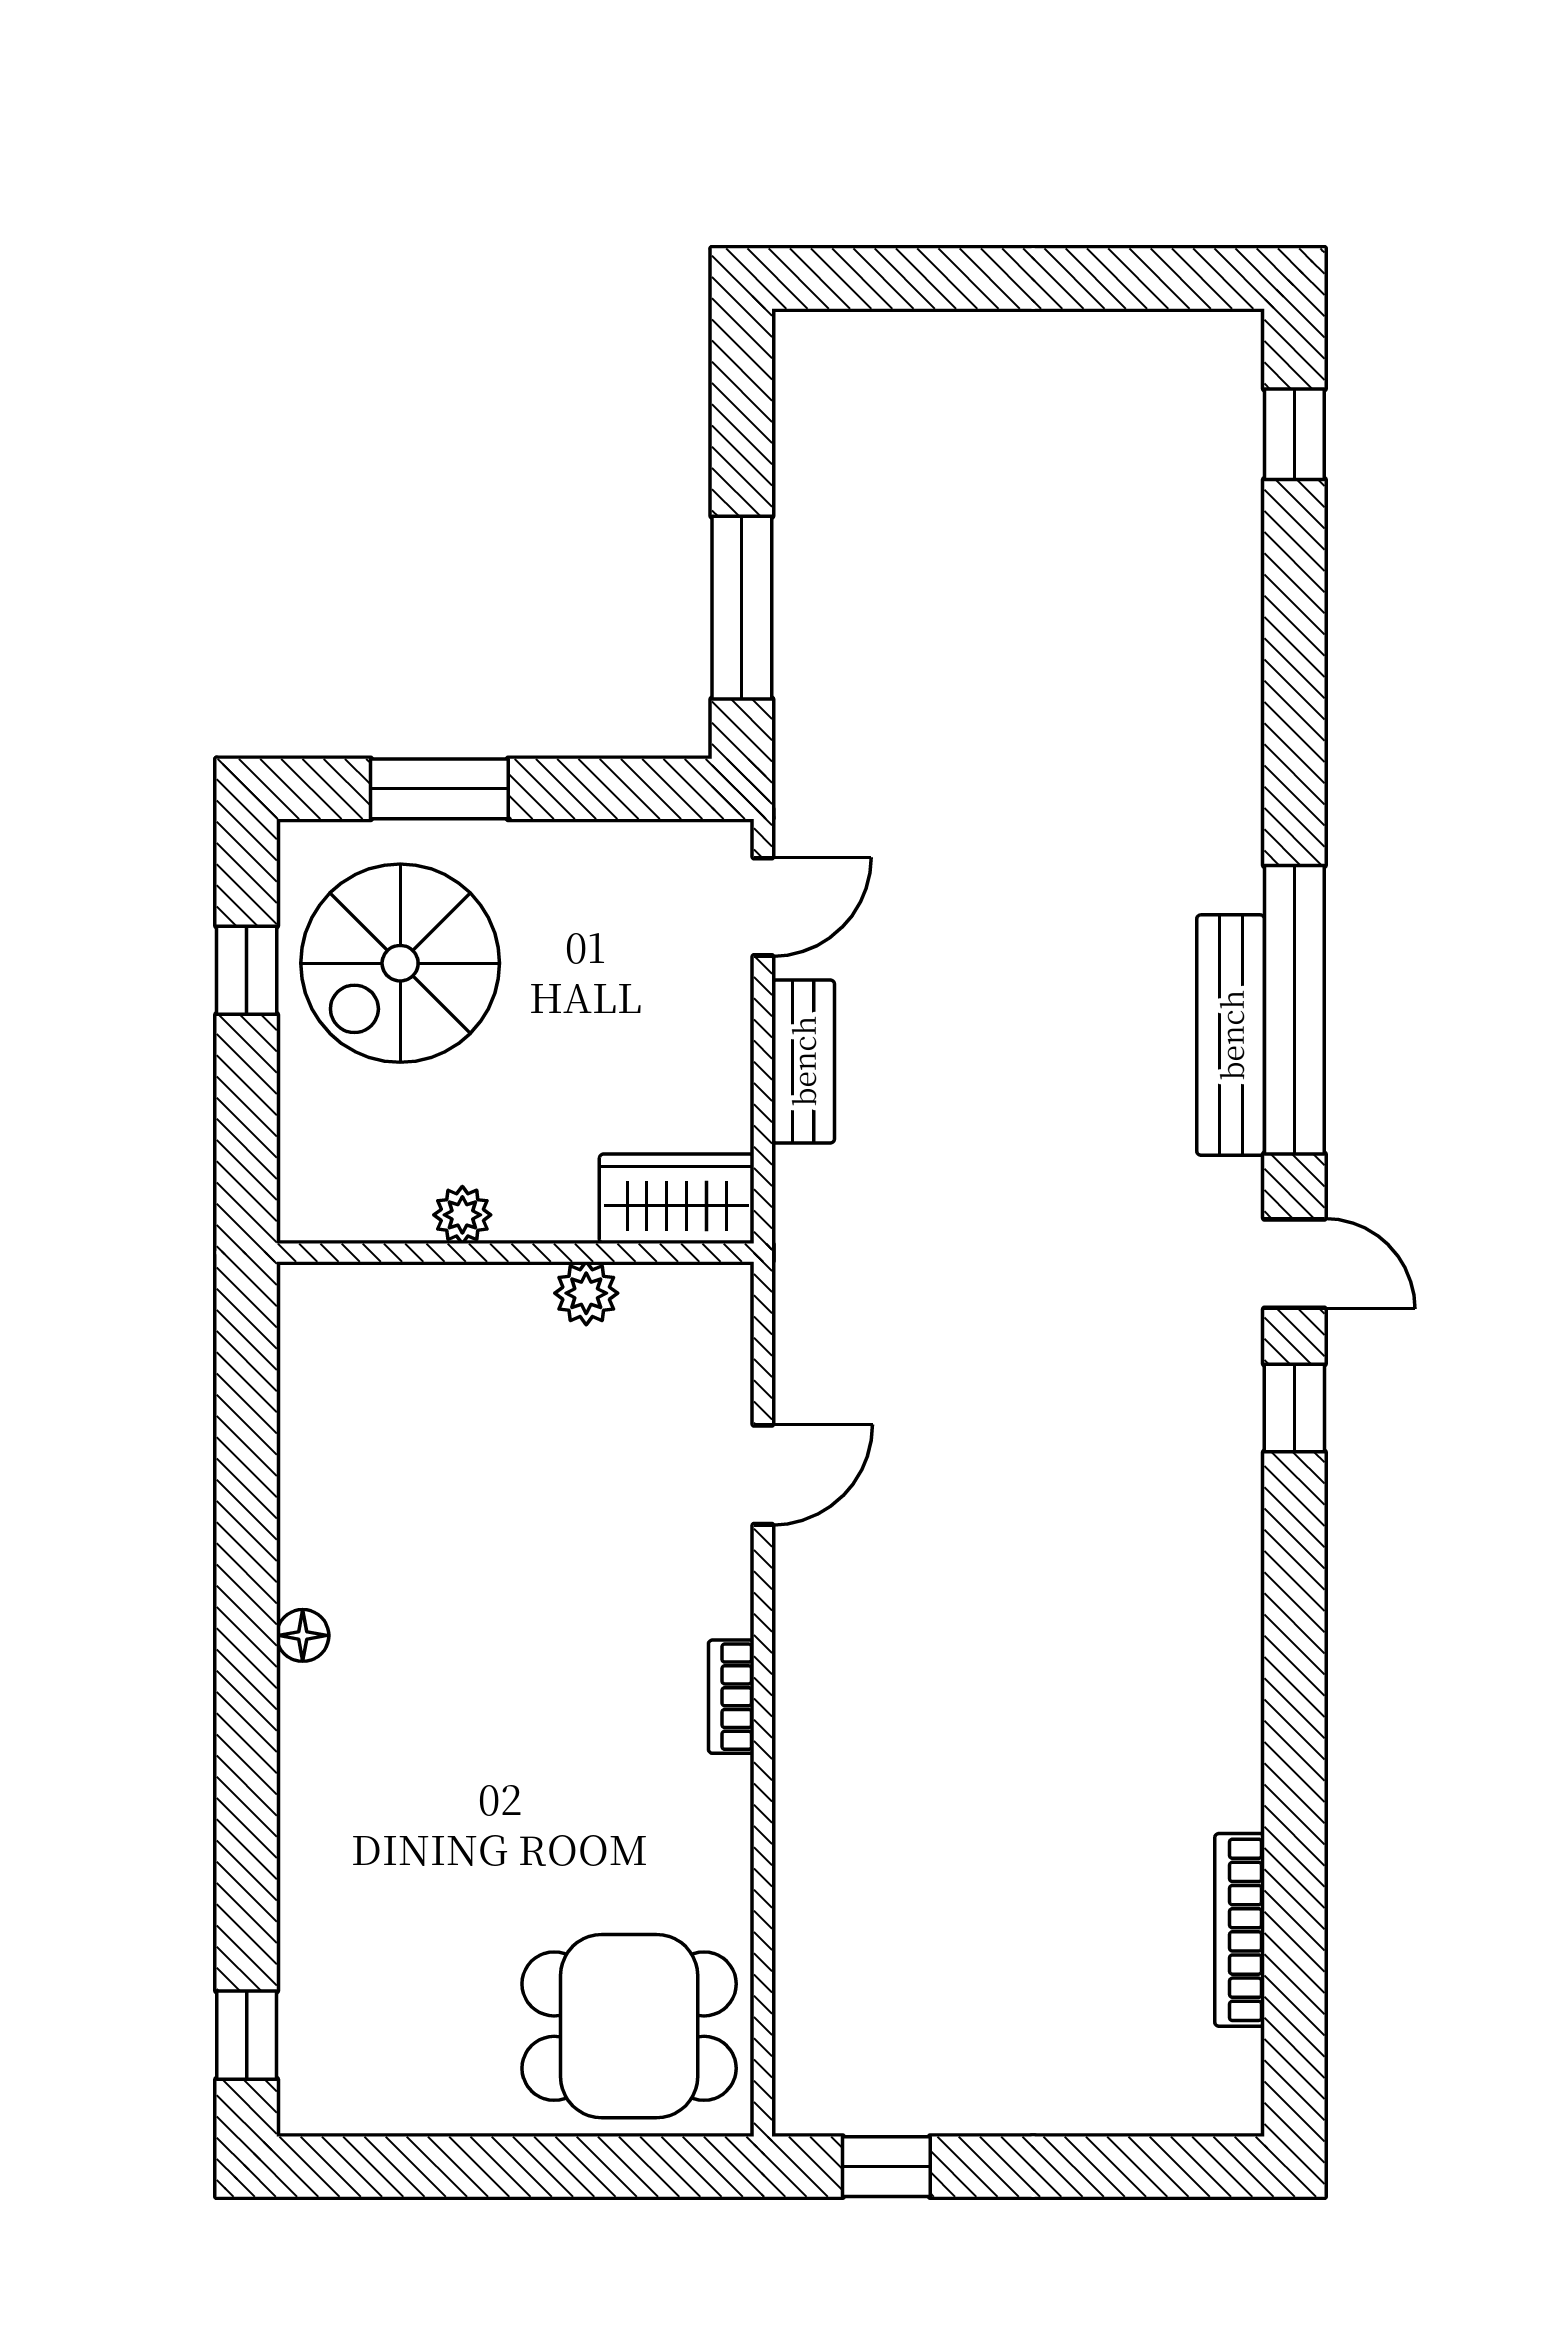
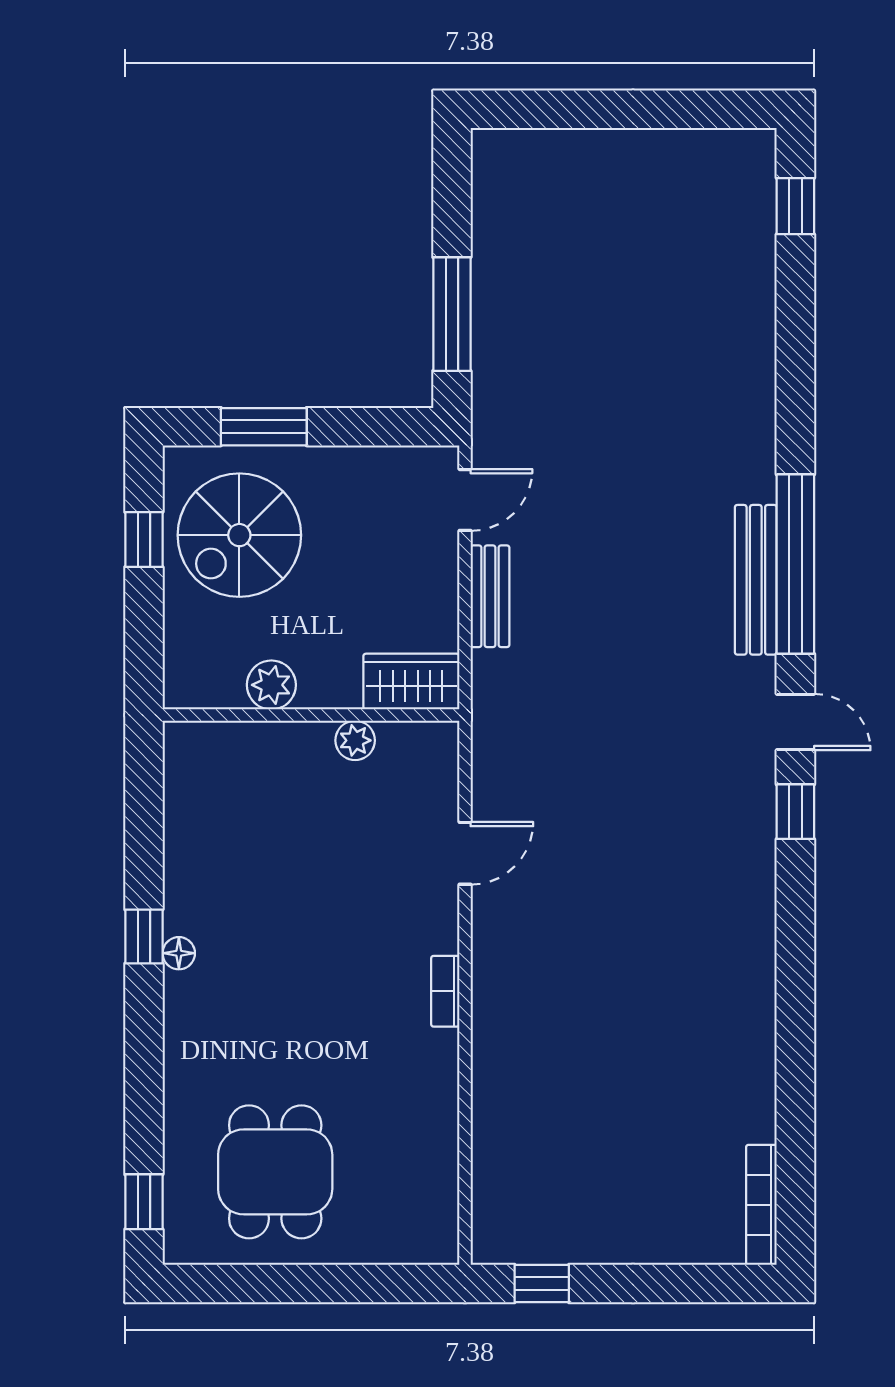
plant: (462, 1215) -> (271, 685), width x1.38, depth x1.38
window: (247, 1609) -> (144, 936), added
bookcase: (1240, 1930) -> (761, 1205), moved
dining table: (629, 2026) -> (275, 1172), moved, turned 90

